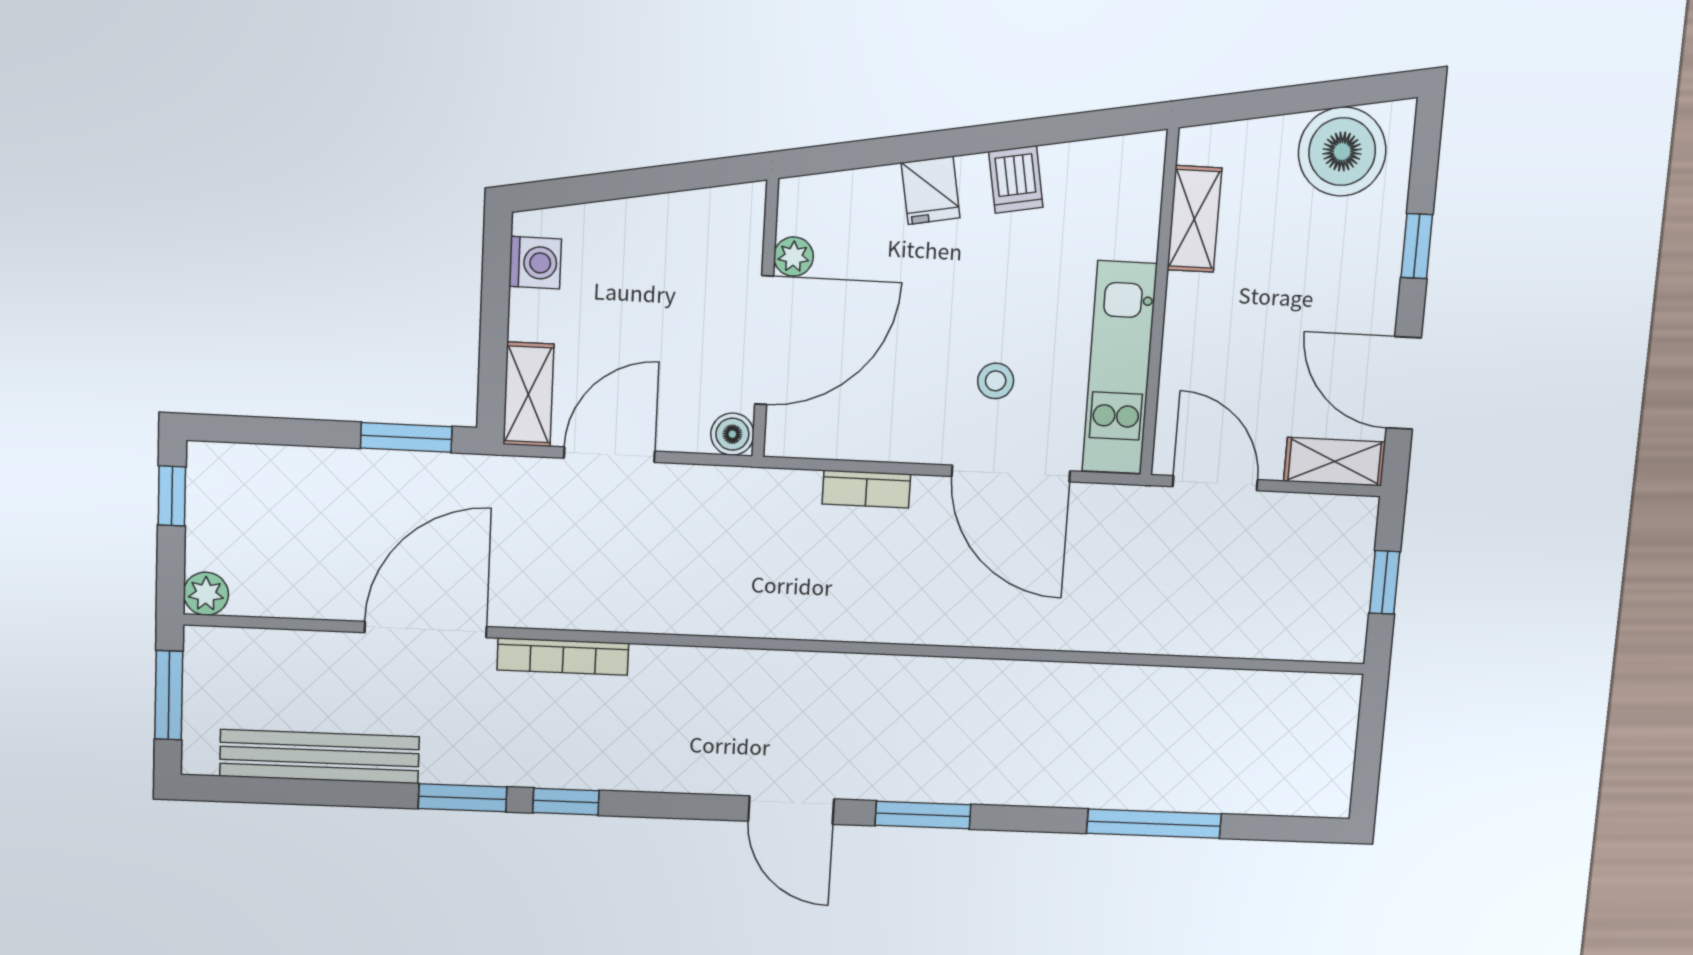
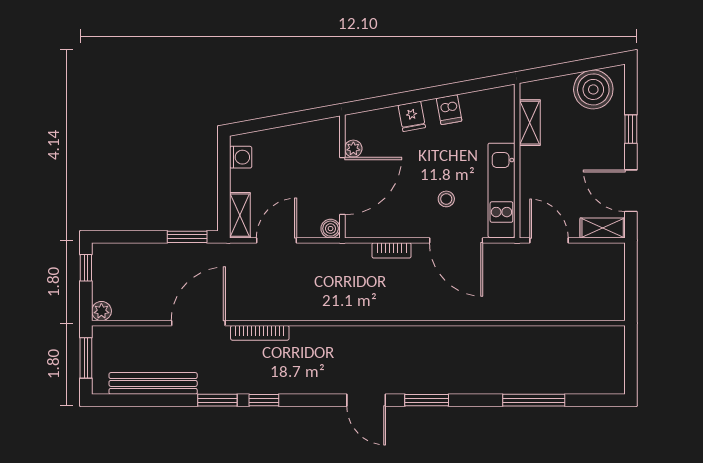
window: (1385, 582) -> (631, 282), removed

